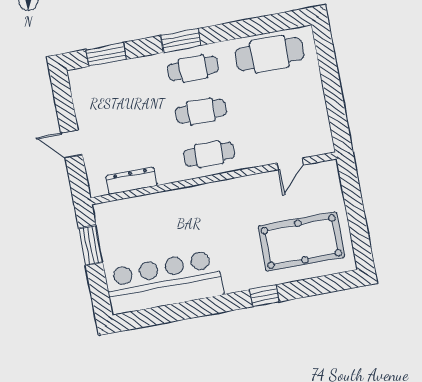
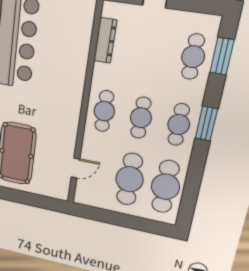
cafe table: (116, 83) -> (193, 57), added
cafe table: (278, 97) -> (129, 179), added
door: (290, 164) -> (75, 168), swing flipped

